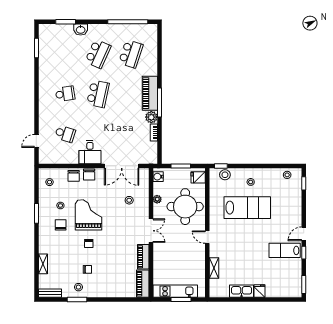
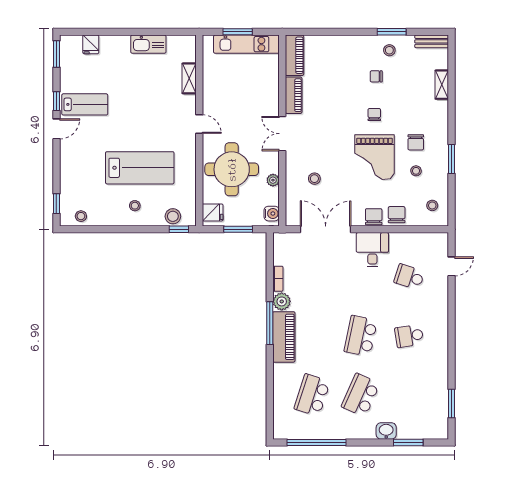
lab bench: (247, 208) -> (140, 168), turned 180
fridge: (260, 291) -> (91, 44), moved

